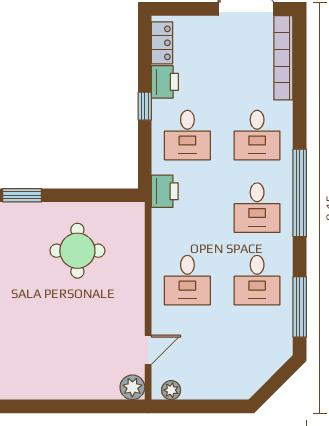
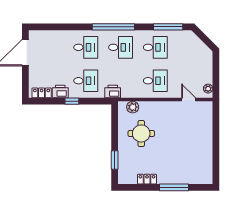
bookcase: (283, 58) -> (49, 35), removed
plant: (132, 387) -> (133, 107), moved

